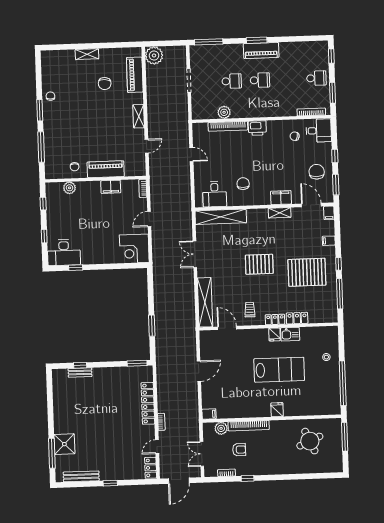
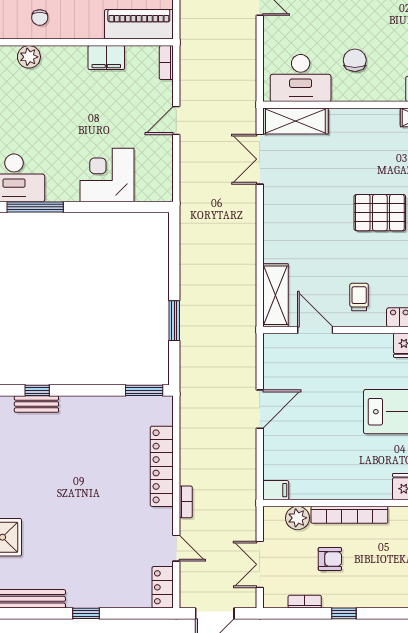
piano: (106, 169) -> (139, 24), moved
desk: (215, 194) -> (301, 78), width x1.37
shelving: (221, 217) -> (295, 121), width x0.68
corner desk: (134, 249) -> (107, 175), moved, turned 90
double door: (195, 254) -> (260, 159), moved
window: (76, 268) -> (35, 207), width x2.17
shelving: (205, 302) -> (275, 295), width x0.68
door: (157, 447) -> (176, 548), swing flipped

